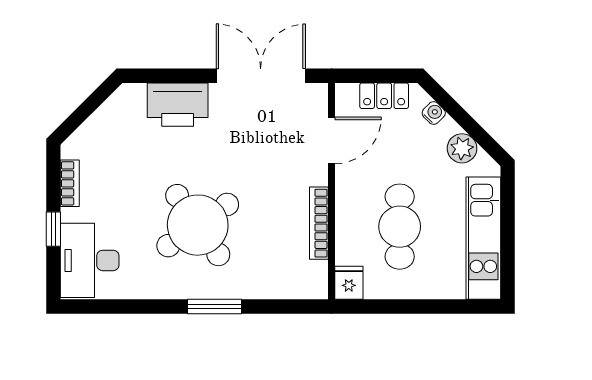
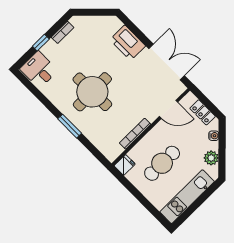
round table: (198, 225) -> (92, 92), turned 34
desk: (90, 260) -> (39, 70), width x0.73

